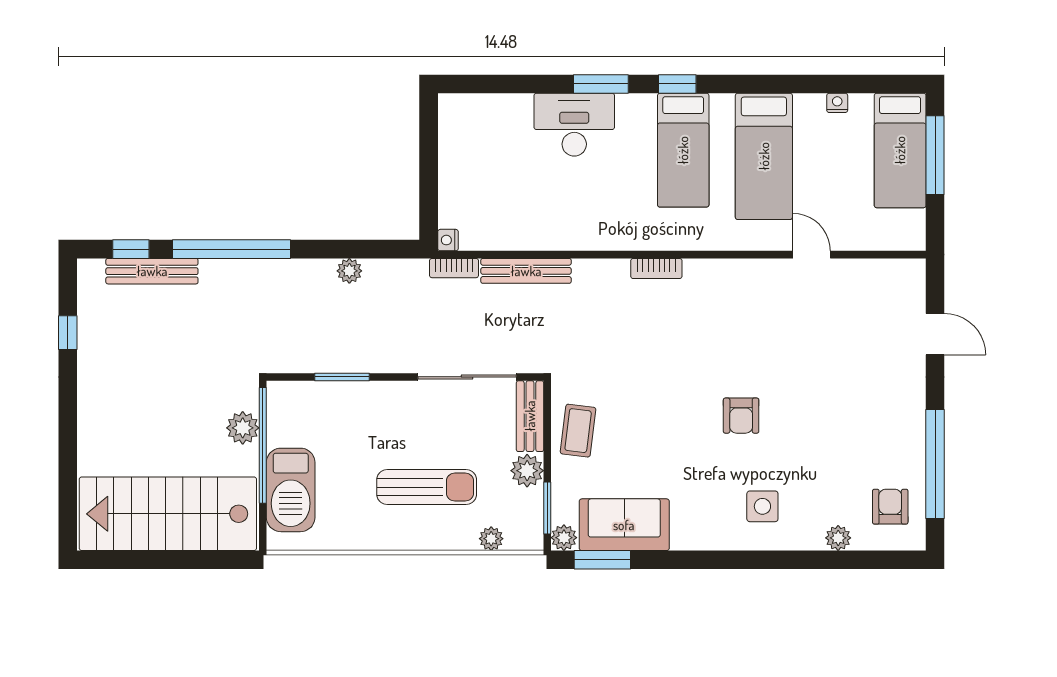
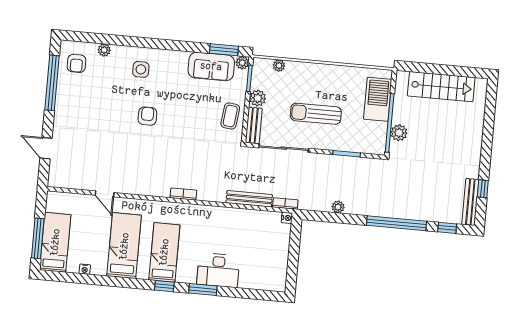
bench: (152, 271) -> (470, 202), moved, turned 90
sun lounger: (427, 487) -> (316, 114), moved
stairs: (168, 514) -> (441, 87), width x0.73, depth x0.66

